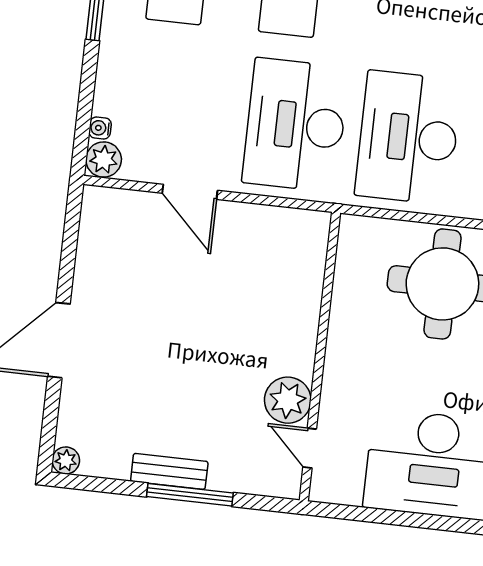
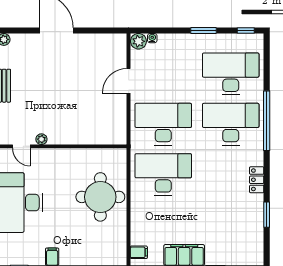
plant: (288, 400) -> (41, 139), width x0.53, depth x0.53
door: (310, 448) -> (21, 146), swing flipped

